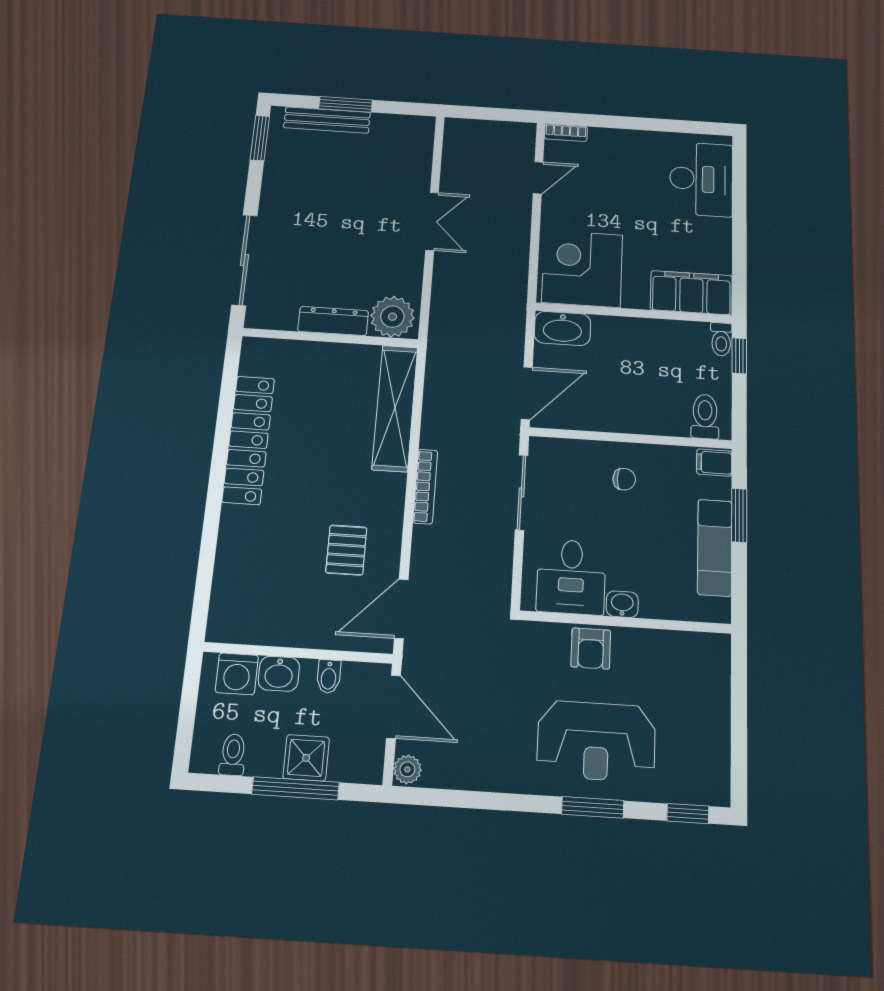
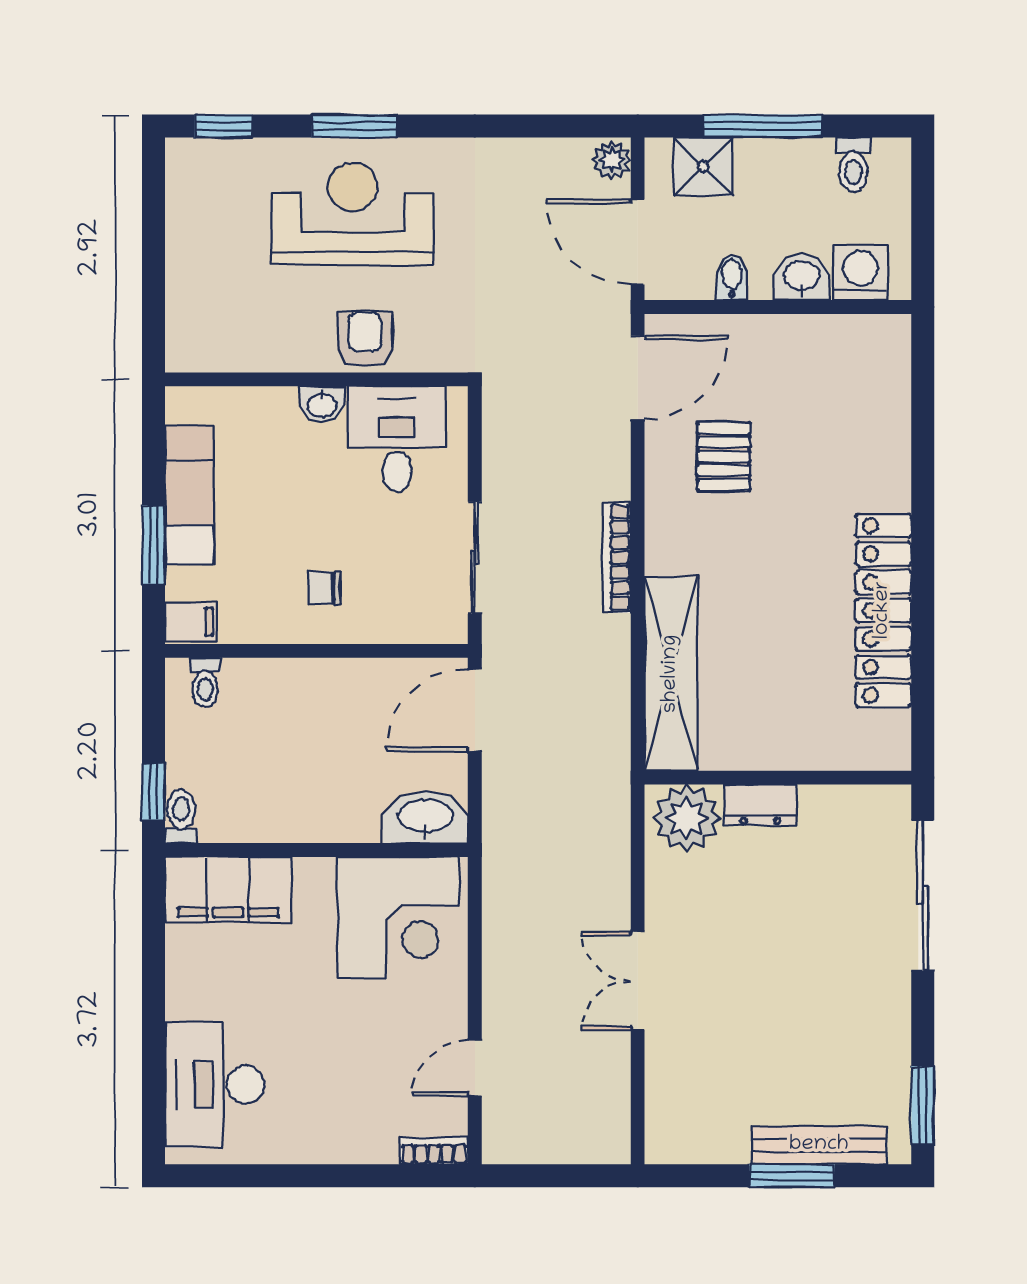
dresser: (333, 321) -> (760, 805), width x0.70
toilet: (705, 416) -> (205, 682), width x0.73, depth x0.72
shower: (306, 758) -> (703, 167), moved

